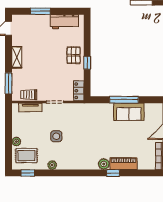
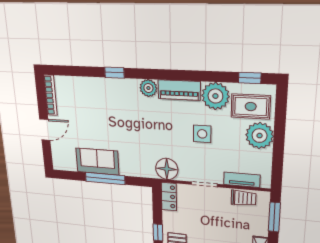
floor lamp: (80, 111) -> (167, 169), added
plant: (16, 142) -> (260, 136), width x1.88, depth x1.88
plant: (104, 164) -> (148, 88), moved
piano: (124, 164) -> (179, 90), moved
plant: (52, 165) -> (215, 96), width x1.87, depth x1.87

